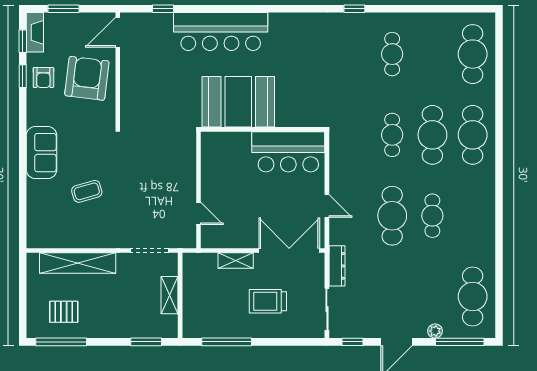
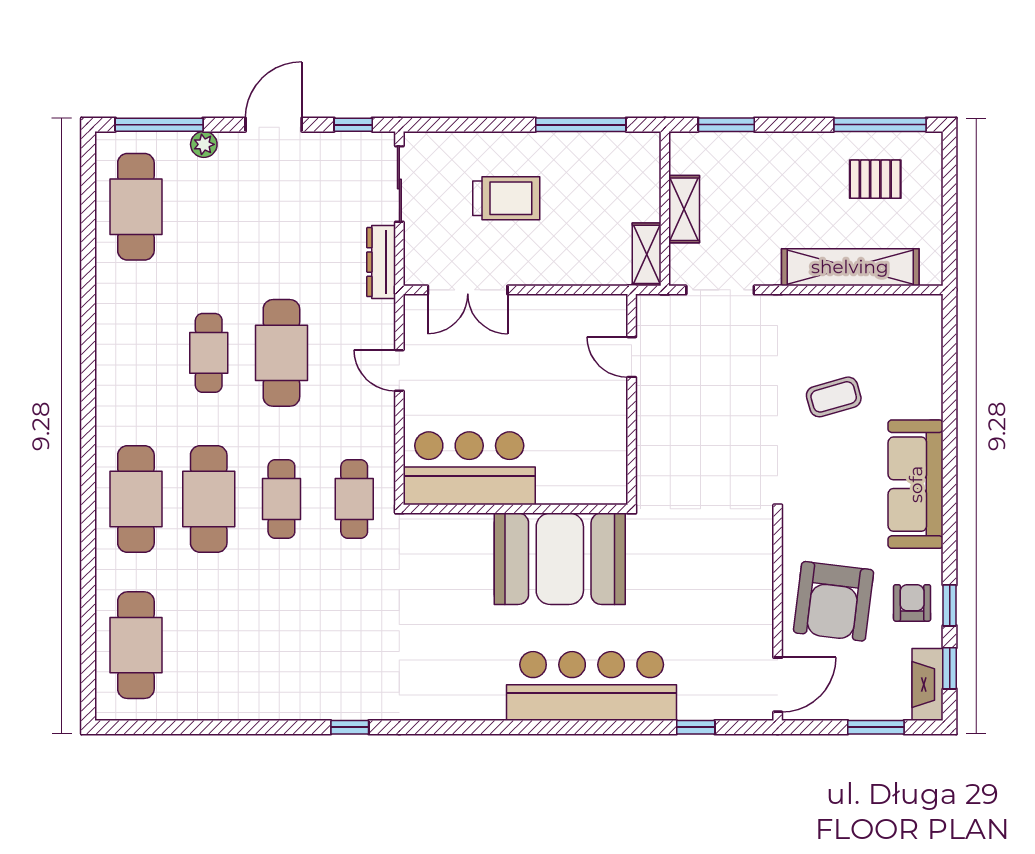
cafe table: (392, 54) -> (354, 499), moved
sofa: (42, 153) -> (916, 484), width x1.36
double door: (289, 251) -> (468, 290), width x0.73
shelving: (236, 261) -> (647, 254), moved, turned 90

